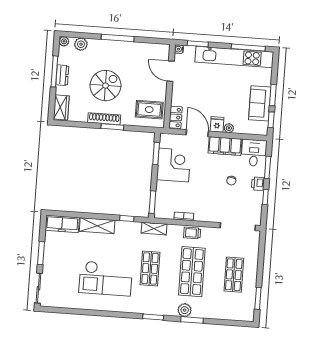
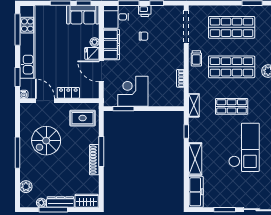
plant: (64, 41) -> (41, 203), moved
door: (171, 71) -> (45, 101), swing flipped
dresser: (62, 75) -> (60, 202), width x1.44
spiral stairs: (105, 86) -> (46, 141), moved, turned -90
sofa: (260, 103) -> (83, 15), moved
rug: (149, 110) -> (83, 118), turned 90
locker: (176, 117) -> (68, 93), moved
window: (112, 127) -> (101, 151), width x1.44
door: (197, 133) -> (101, 71), hinge flipped
window: (152, 202) -> (169, 109), removed
trolley: (192, 233) -> (196, 58), moved
shop shelf: (234, 275) -> (232, 27), width x1.43, depth x1.36

